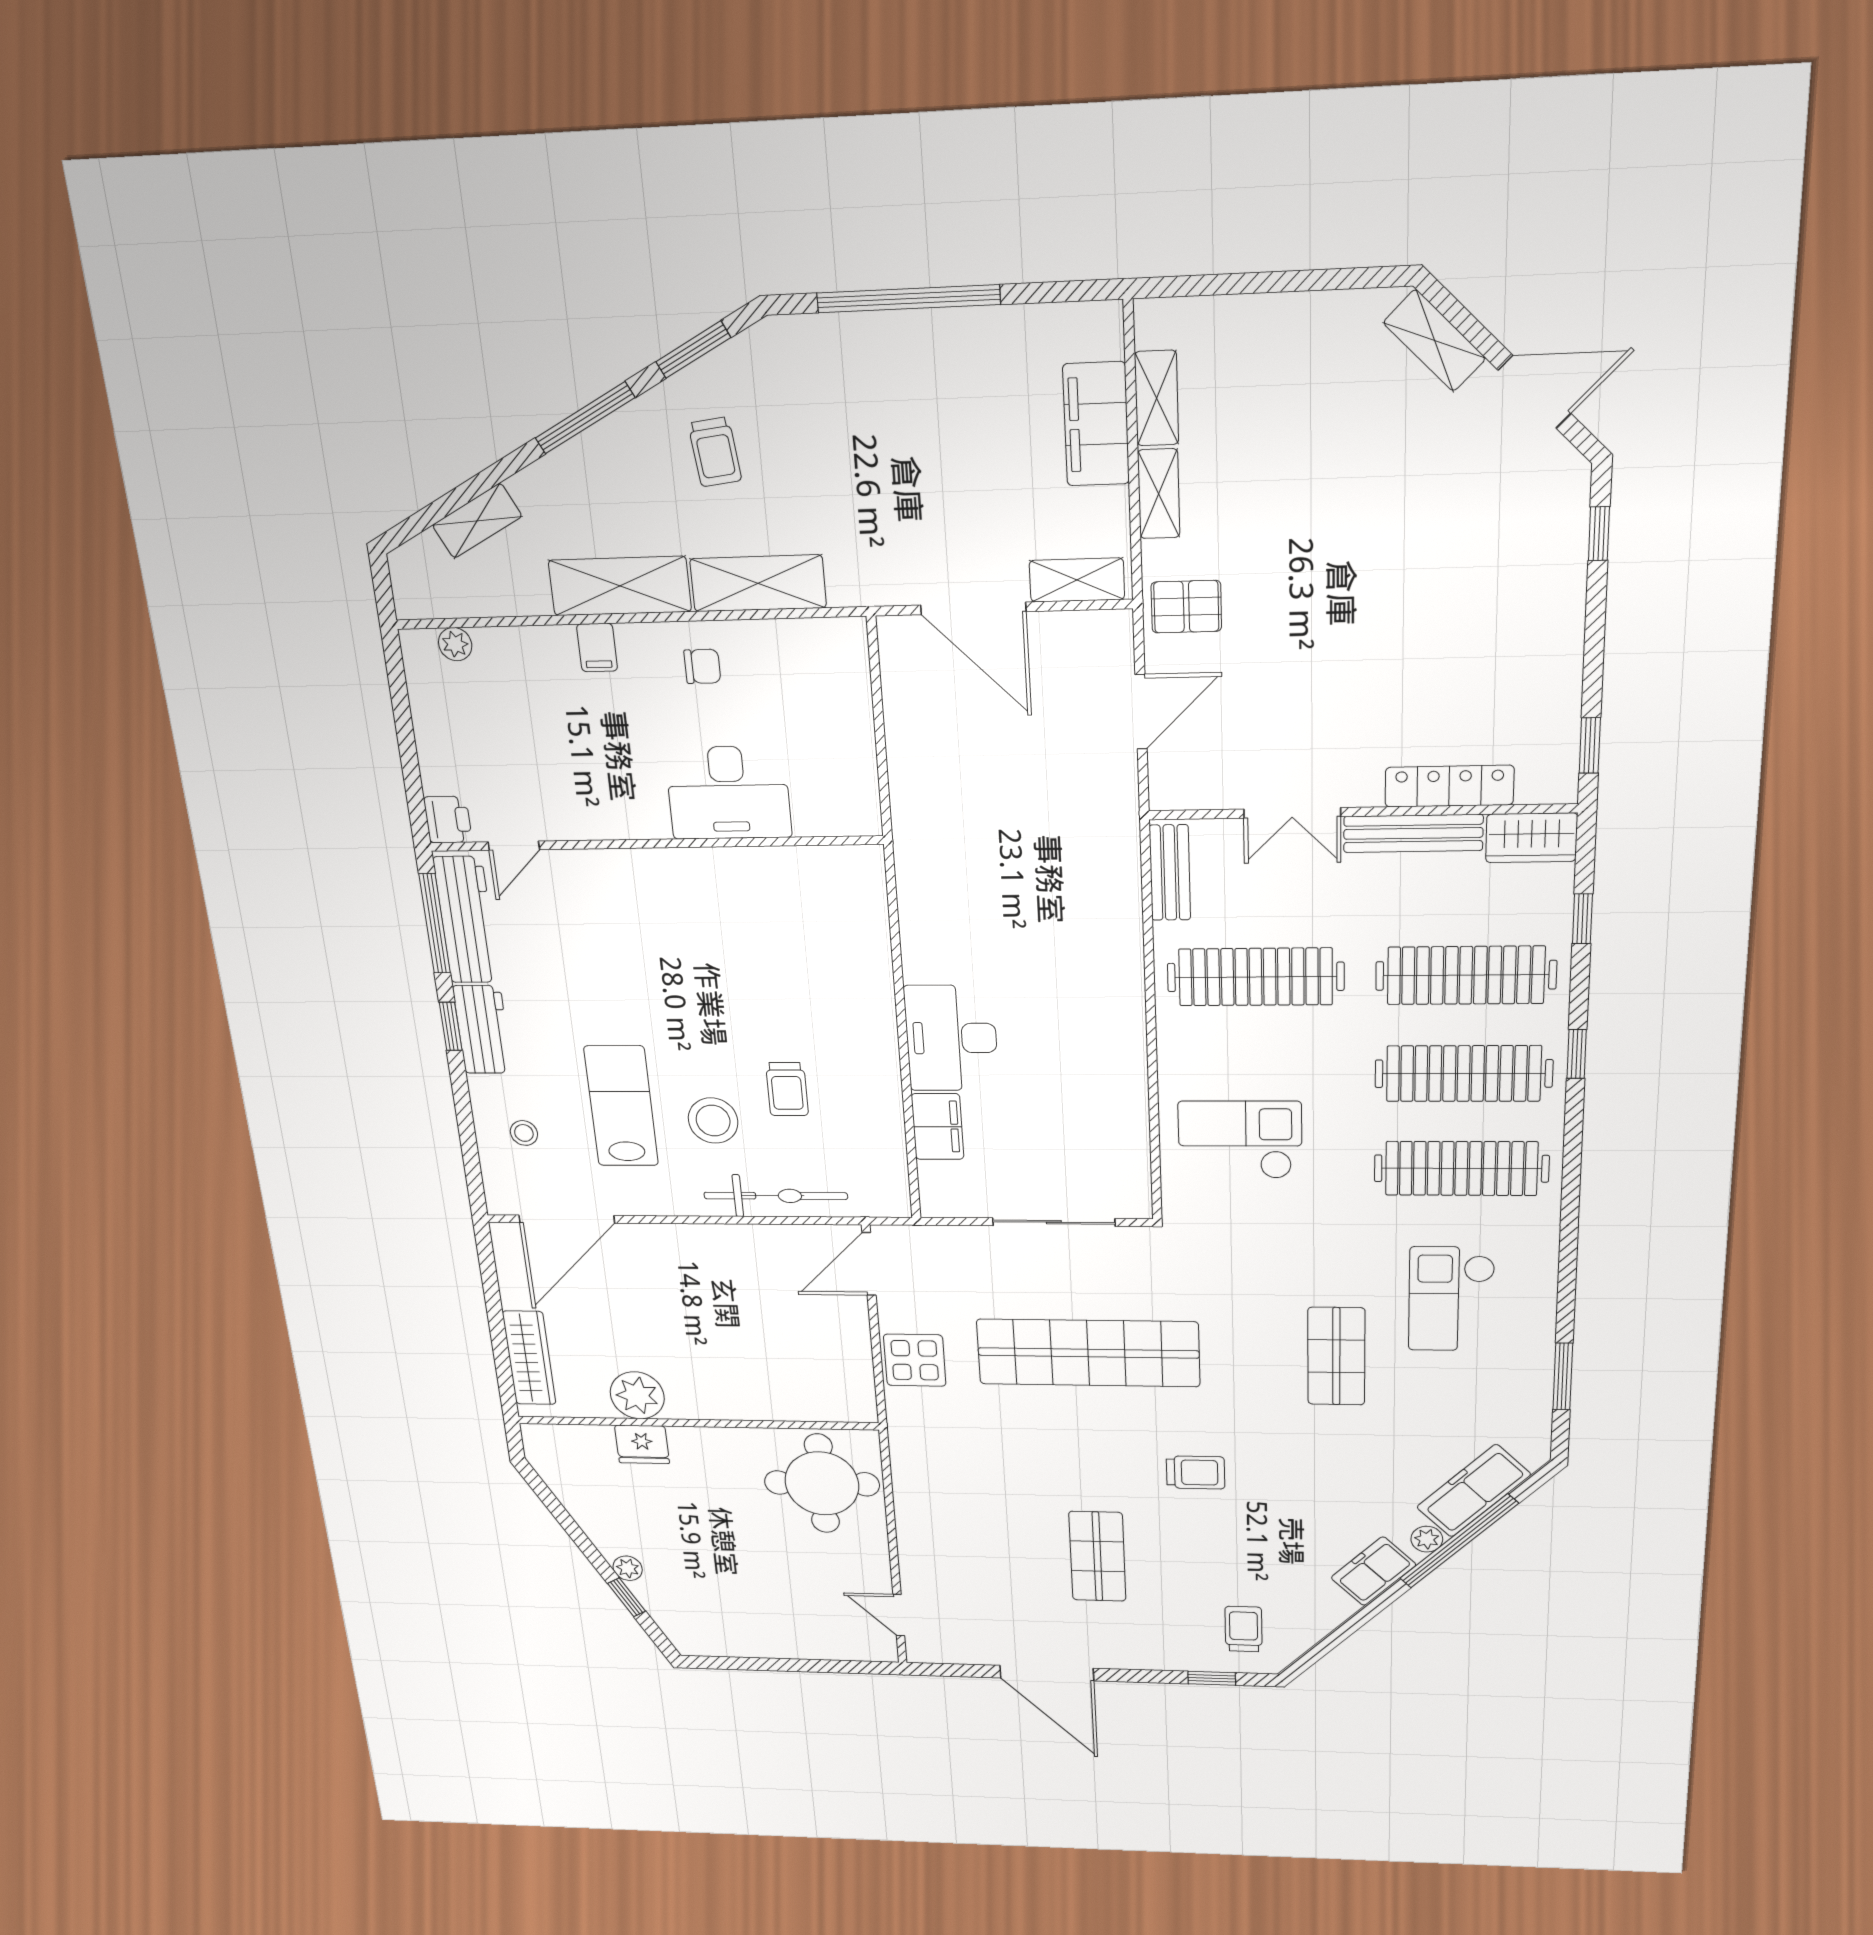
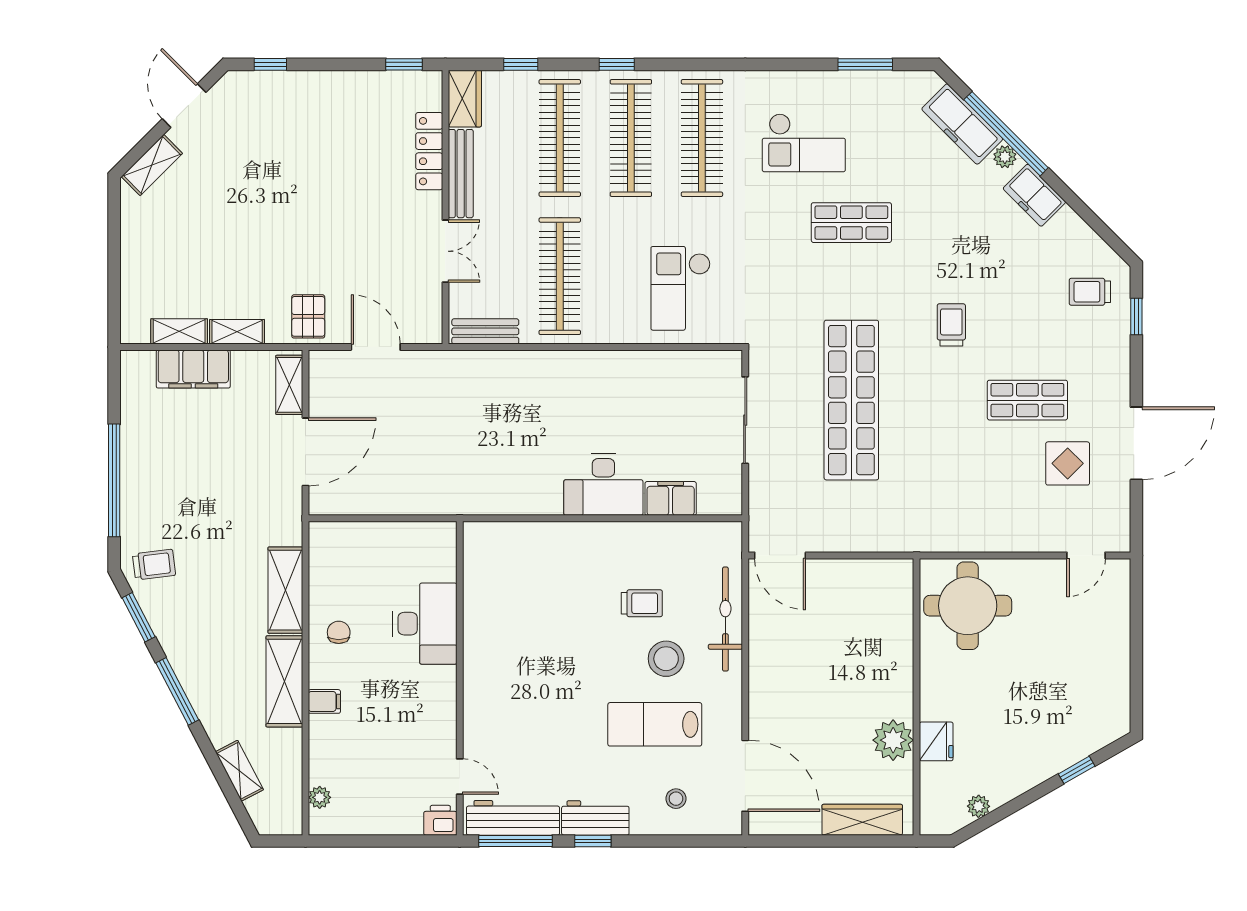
trolley: (715, 452) -> (154, 565), moved
display table: (915, 1360) -> (1068, 463), moved
plant: (628, 1568) -> (978, 806), moved

